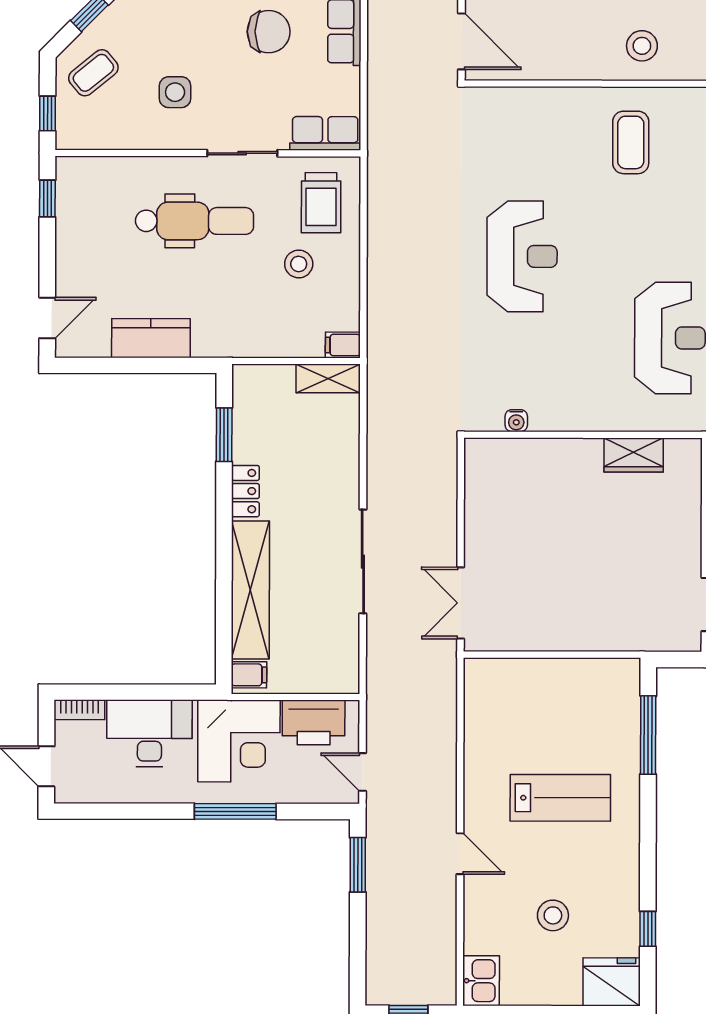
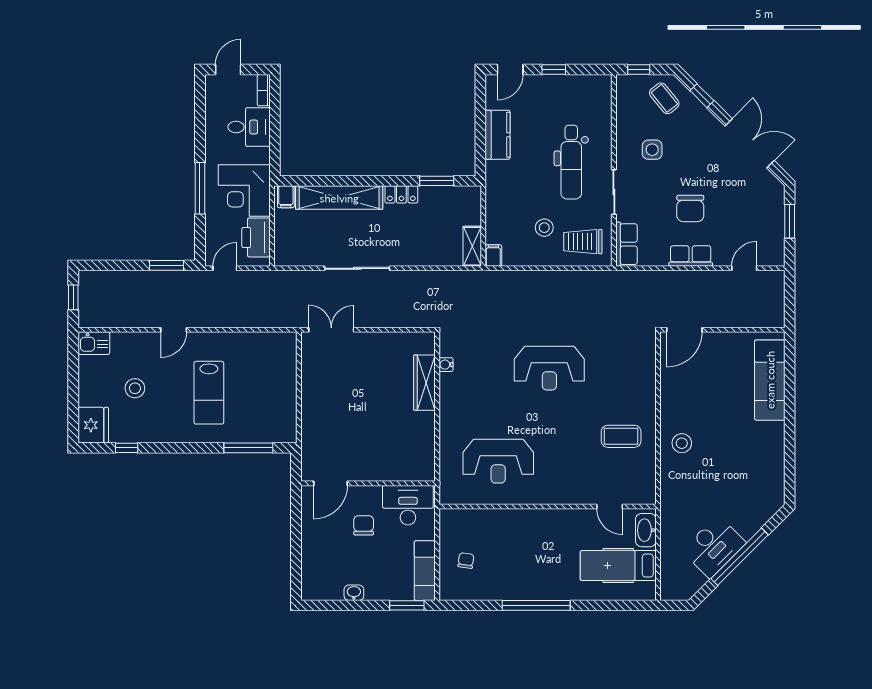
window: (47, 198) -> (554, 70), moved
door: (47, 318) -> (510, 70), hinge flipped
wardrobe: (634, 455) -> (424, 383), moved, width x1.50
desk: (149, 733) -> (249, 127), width x0.73

